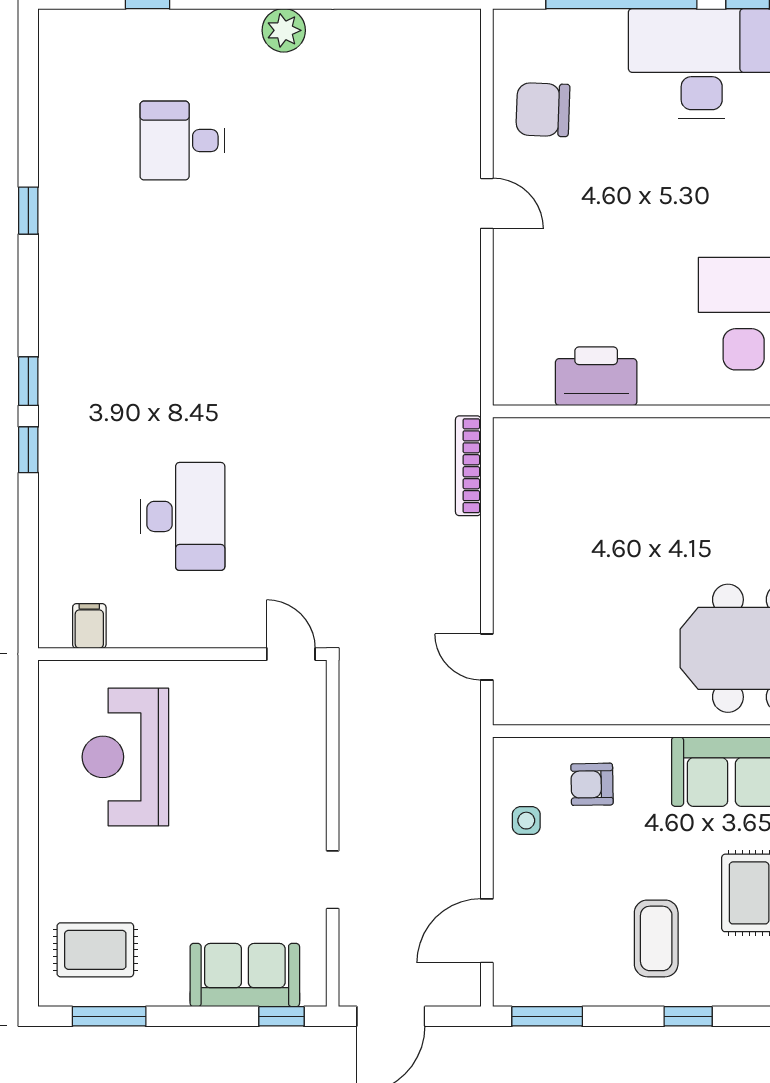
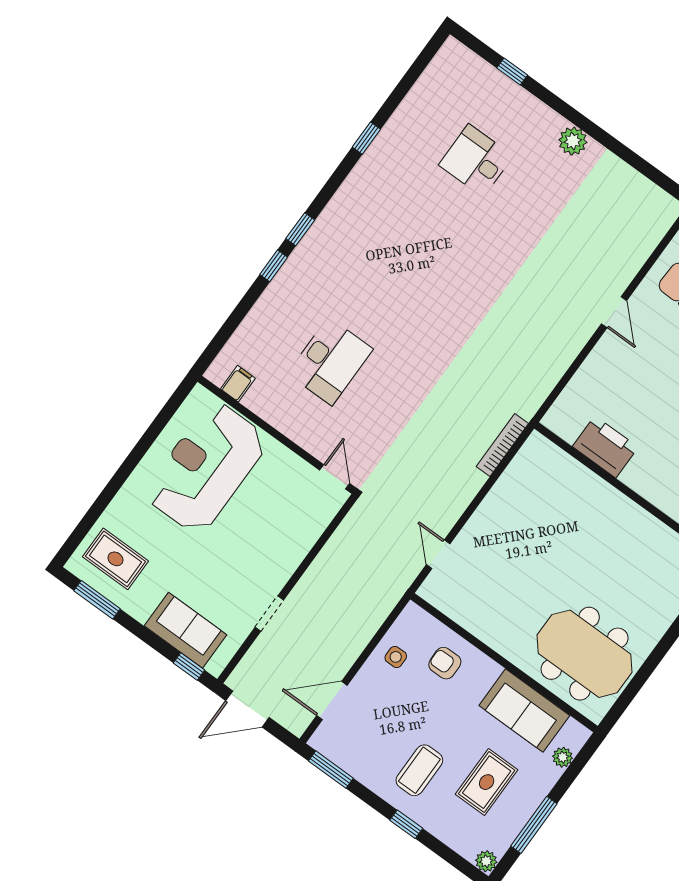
reception desk: (125, 757) -> (206, 468), width x1.36, depth x1.30

